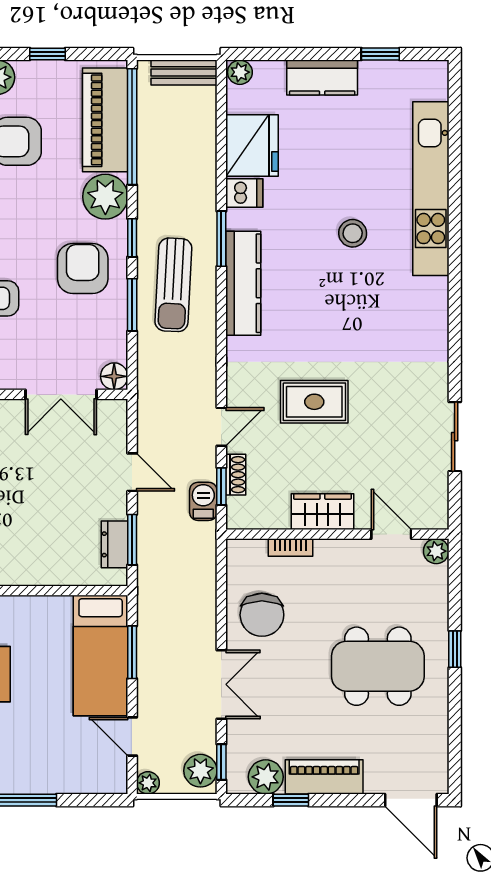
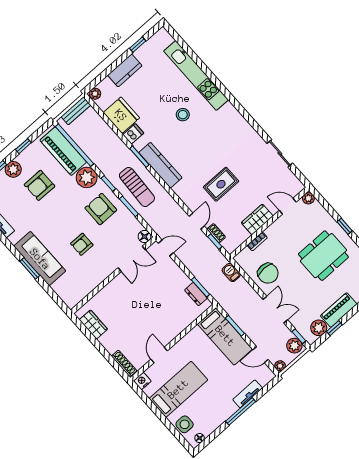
door: (132, 472) -> (166, 248), moved
barbecue: (203, 501) -> (231, 272), moved
tv unit: (54, 782) -> (248, 394), added

